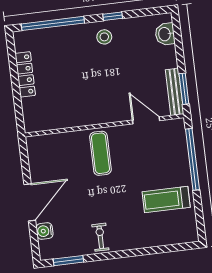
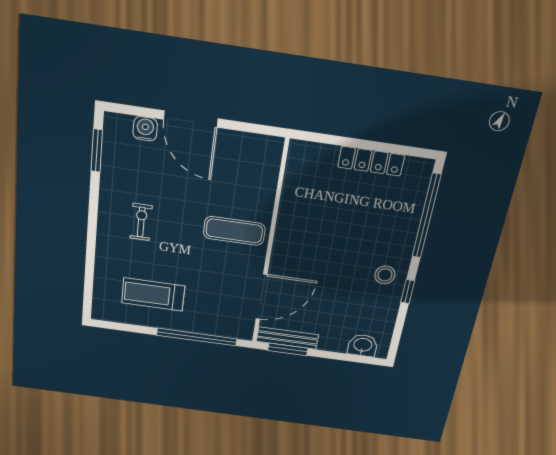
door: (146, 120) -> (261, 297), width x1.36
treadmill: (166, 200) -> (153, 294), turned -90
exercise bike: (100, 237) -> (141, 222), moved, turned -90

